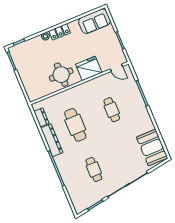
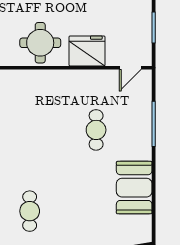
door: (116, 68) -> (130, 68), hinge flipped
cafe table: (75, 125) -> (30, 130), removed
booth: (152, 147) -> (134, 188), moved

